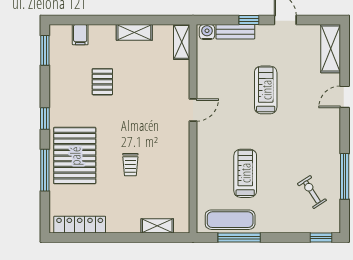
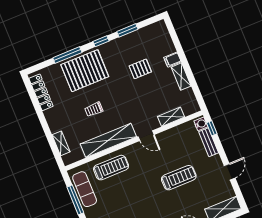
window: (249, 20) -> (212, 128), moved
filing cabinet: (80, 35) -> (172, 60), moved
shelving: (182, 42) -> (171, 117), moved
window: (45, 50) -> (127, 30), moved
shelving: (179, 162) -> (108, 140), added
treadmill: (245, 173) -> (111, 168), moved

